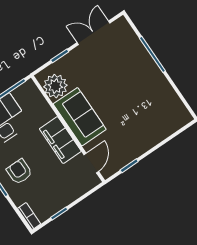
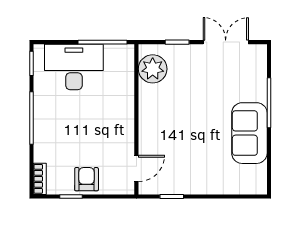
sofa: (80, 117) -> (249, 133), moved, turned 180
filing cabinet: (60, 140) -> (121, 125), removed
armchair: (19, 172) -> (87, 179), moved

